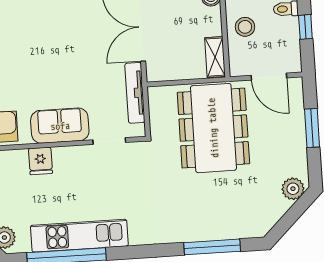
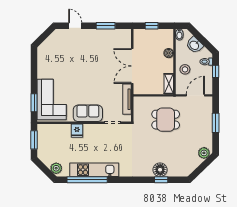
door: (269, 77) -> (195, 95), swing flipped
dining table: (213, 128) -> (166, 120), width x0.53, depth x0.80
floor lamp: (209, 227) -> (160, 170), added
window: (212, 247) -> (161, 180), width x0.46

